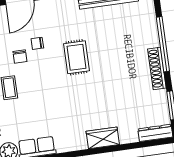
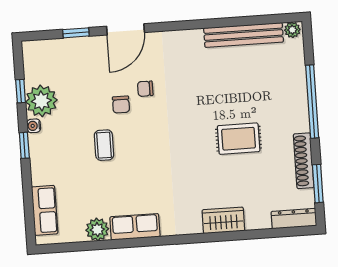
rug: (76, 57) -> (239, 139), moved, turned 90
shoe rack: (157, 68) -> (304, 161), moved

